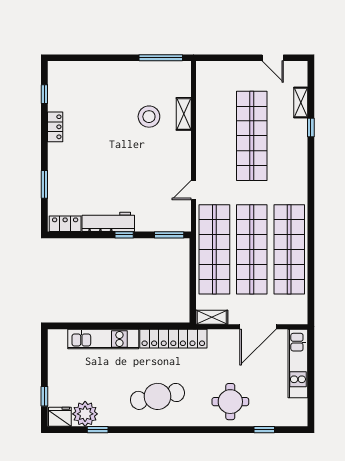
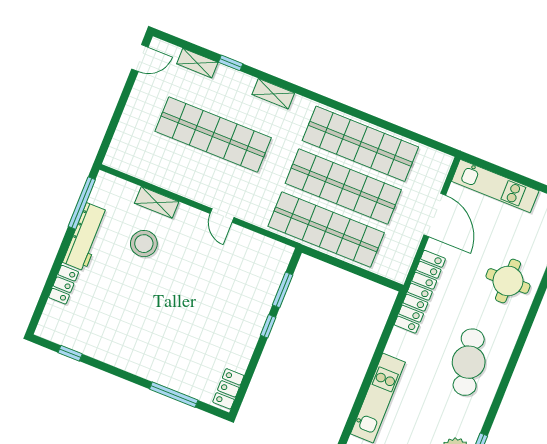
door: (273, 58) -> (140, 58), moved
locker: (55, 127) -> (64, 285), moved, turned 90
window: (44, 184) -> (174, 395), width x1.44
door: (194, 190) -> (222, 216), moved
workbench: (108, 222) -> (86, 237), moved, turned 180
window: (169, 235) -> (283, 290), moved
shelving: (212, 317) -> (273, 94), moved, turned 90
locker: (173, 339) -> (420, 292), moved

